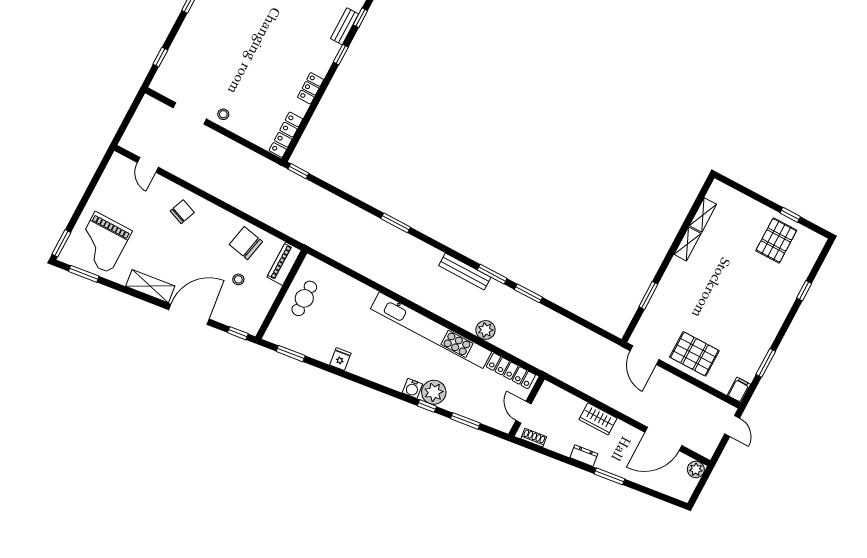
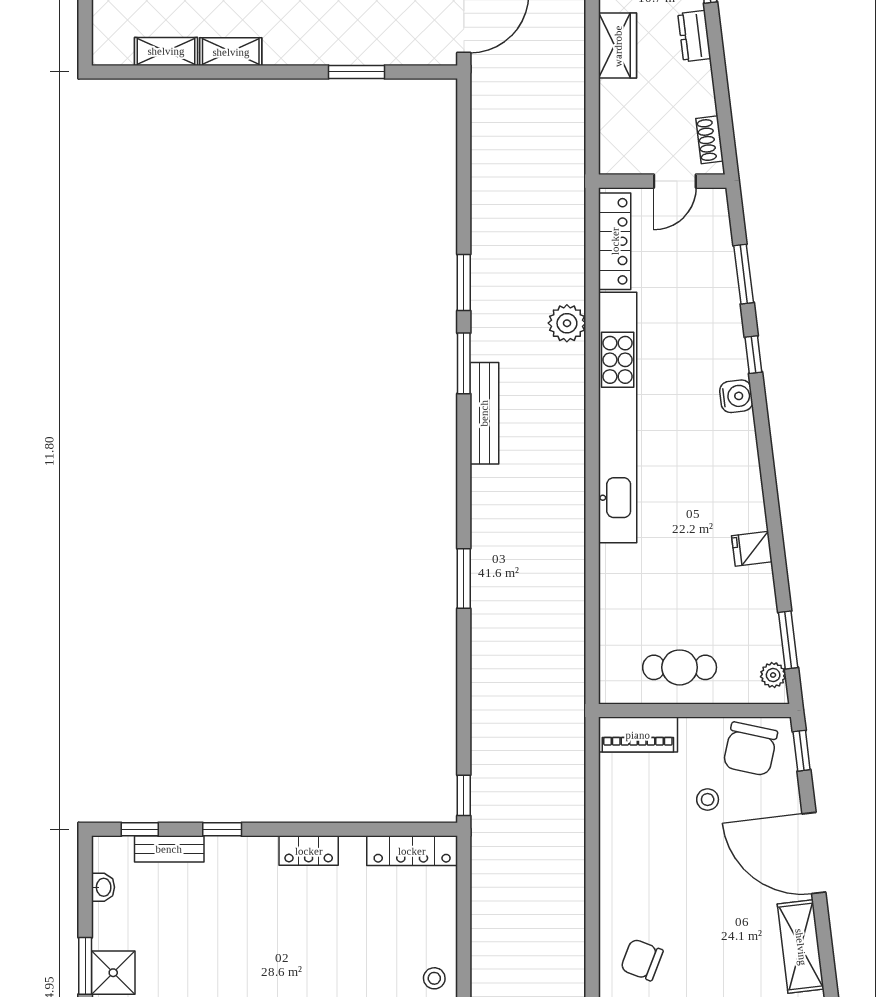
chair: (246, 243) -> (750, 749), moved
plant: (434, 392) -> (773, 675), moved, width x0.53, depth x0.53

